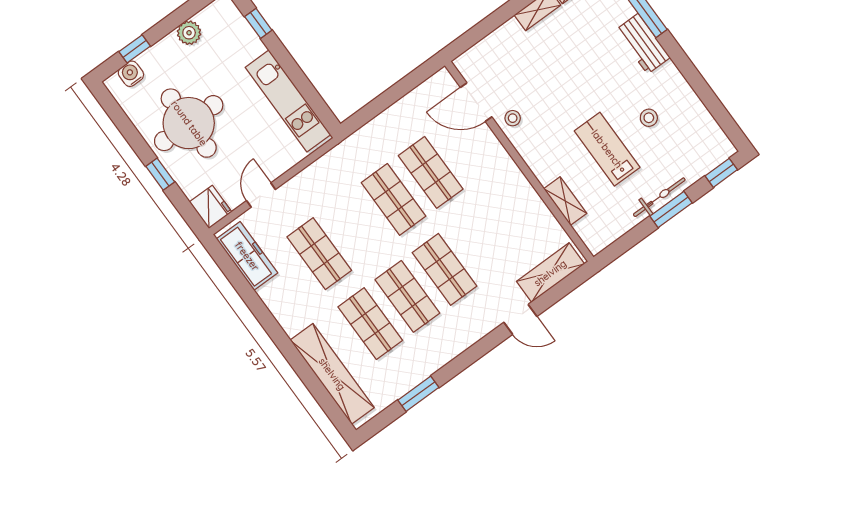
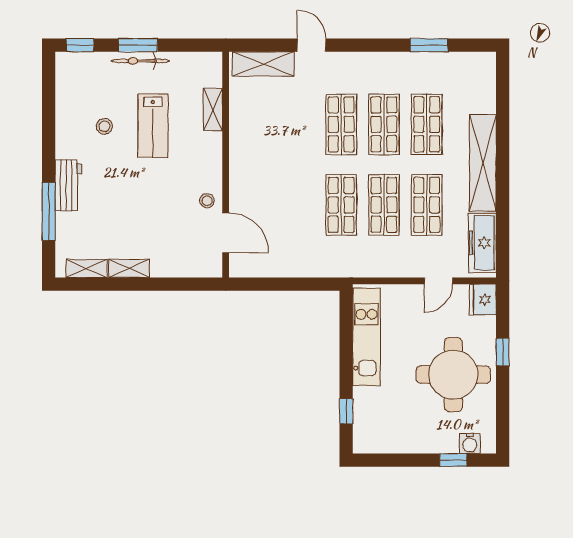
plant: (189, 33) -> (403, 442), removed
shop shelf: (431, 172) -> (384, 205), moved
shelving: (332, 374) -> (483, 163), moved

